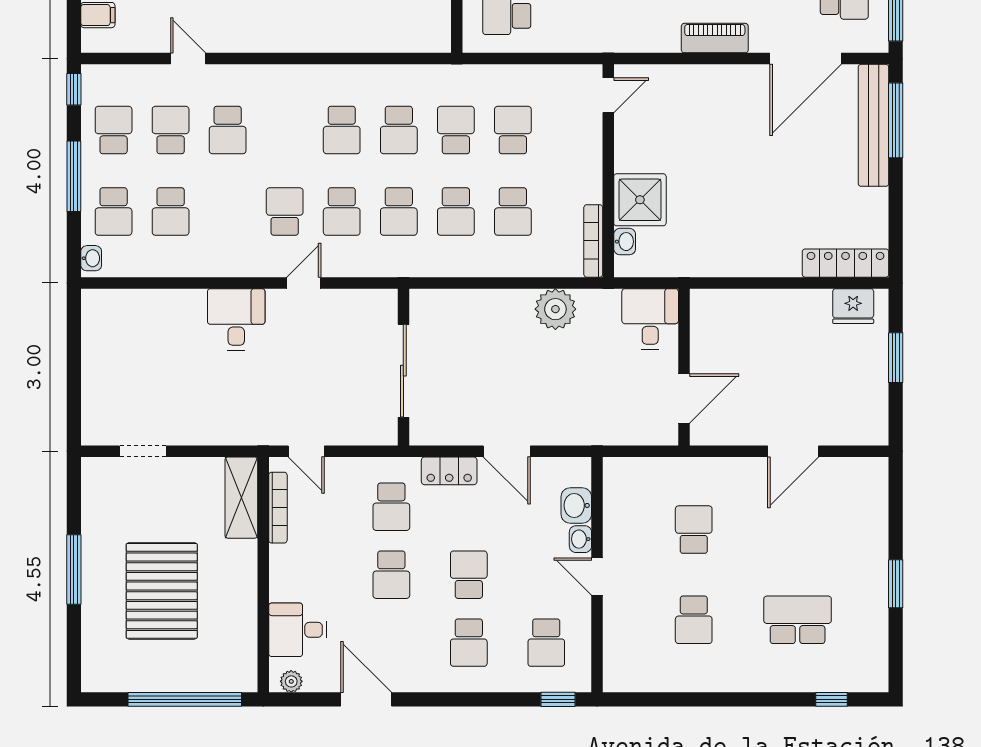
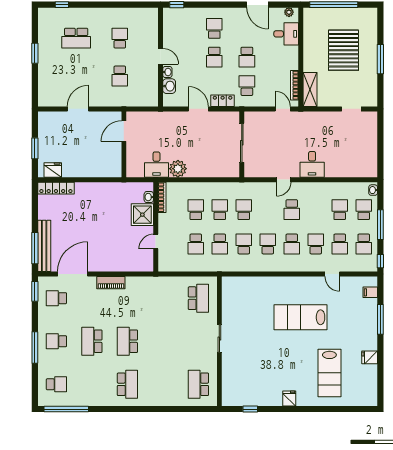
door: (608, 95) -> (156, 242), moved
school desk: (342, 212) -> (292, 244), moved, turned 180
desk: (650, 319) -> (156, 165), moved
school desk: (391, 575) -> (247, 57), turned 180
school desk: (546, 643) -> (182, 28), removed

